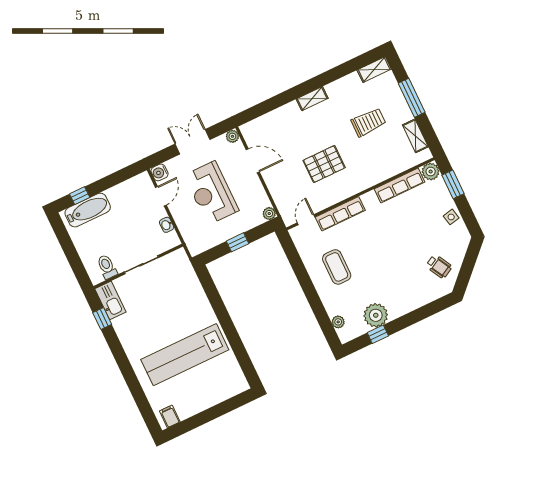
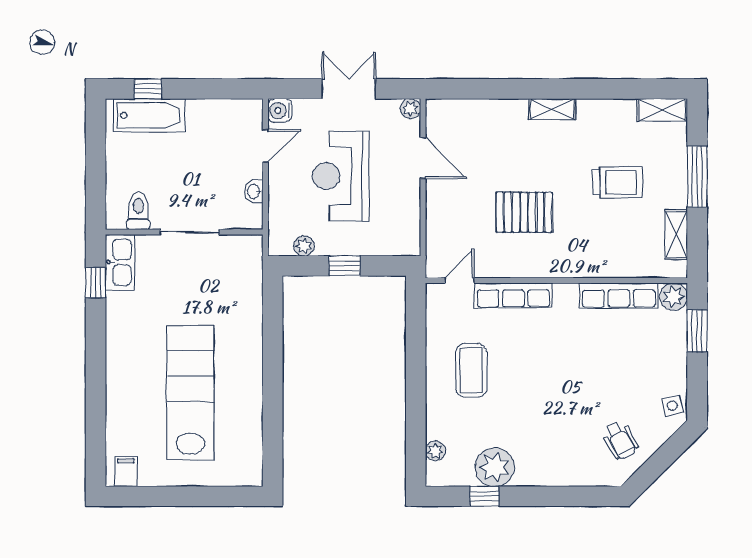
plant: (269, 214) -> (304, 246), moved
side table: (451, 217) -> (672, 406), moved
lab bench: (185, 355) -> (190, 392), turned 90

